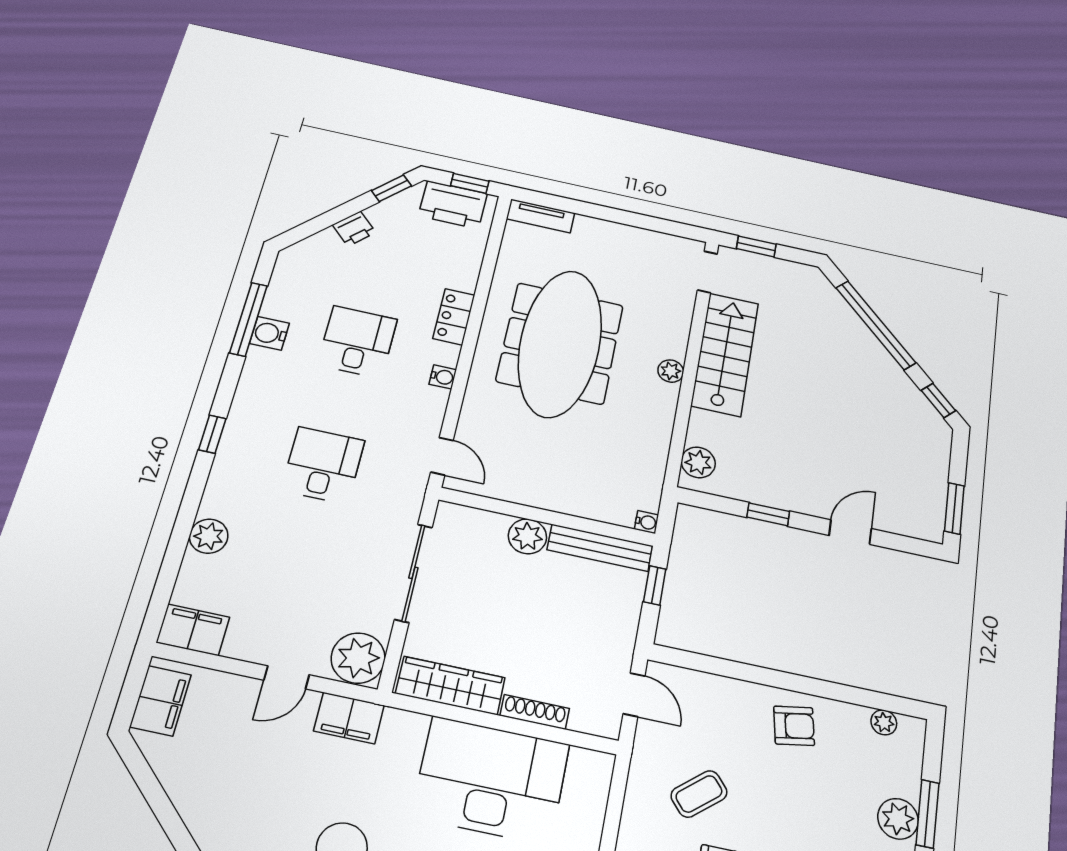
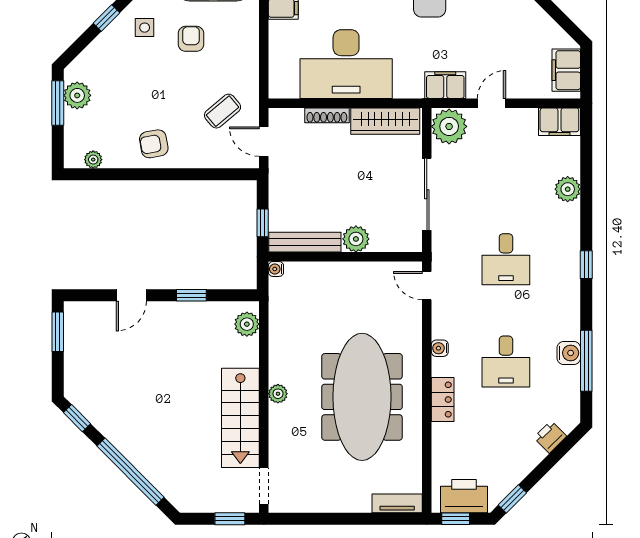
printer: (354, 229) -> (550, 437), moved
coffee table: (699, 794) -> (223, 111), moved

